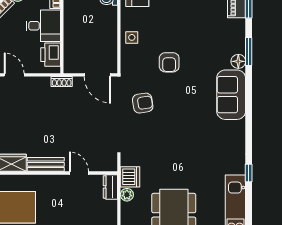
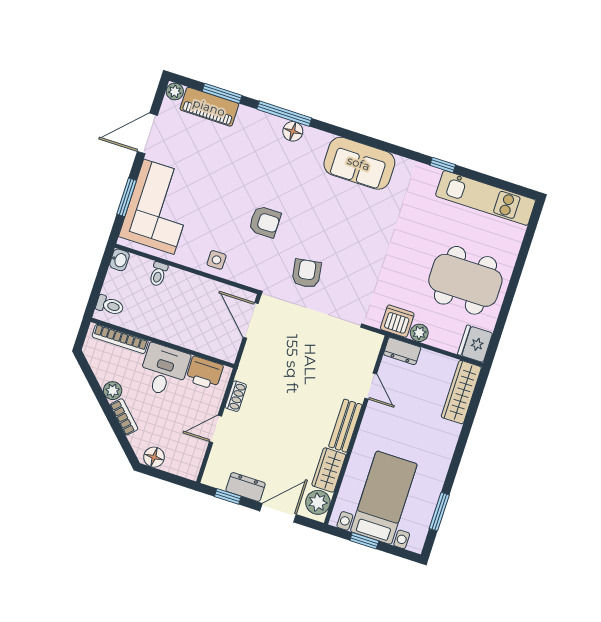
window: (249, 52) -> (284, 114), width x1.44
door: (97, 75) -> (251, 320), swing flipped
shoe rack: (62, 82) -> (236, 396), moved
sofa: (231, 95) -> (359, 163), moved
door: (79, 173) -> (371, 386), swing flipped

